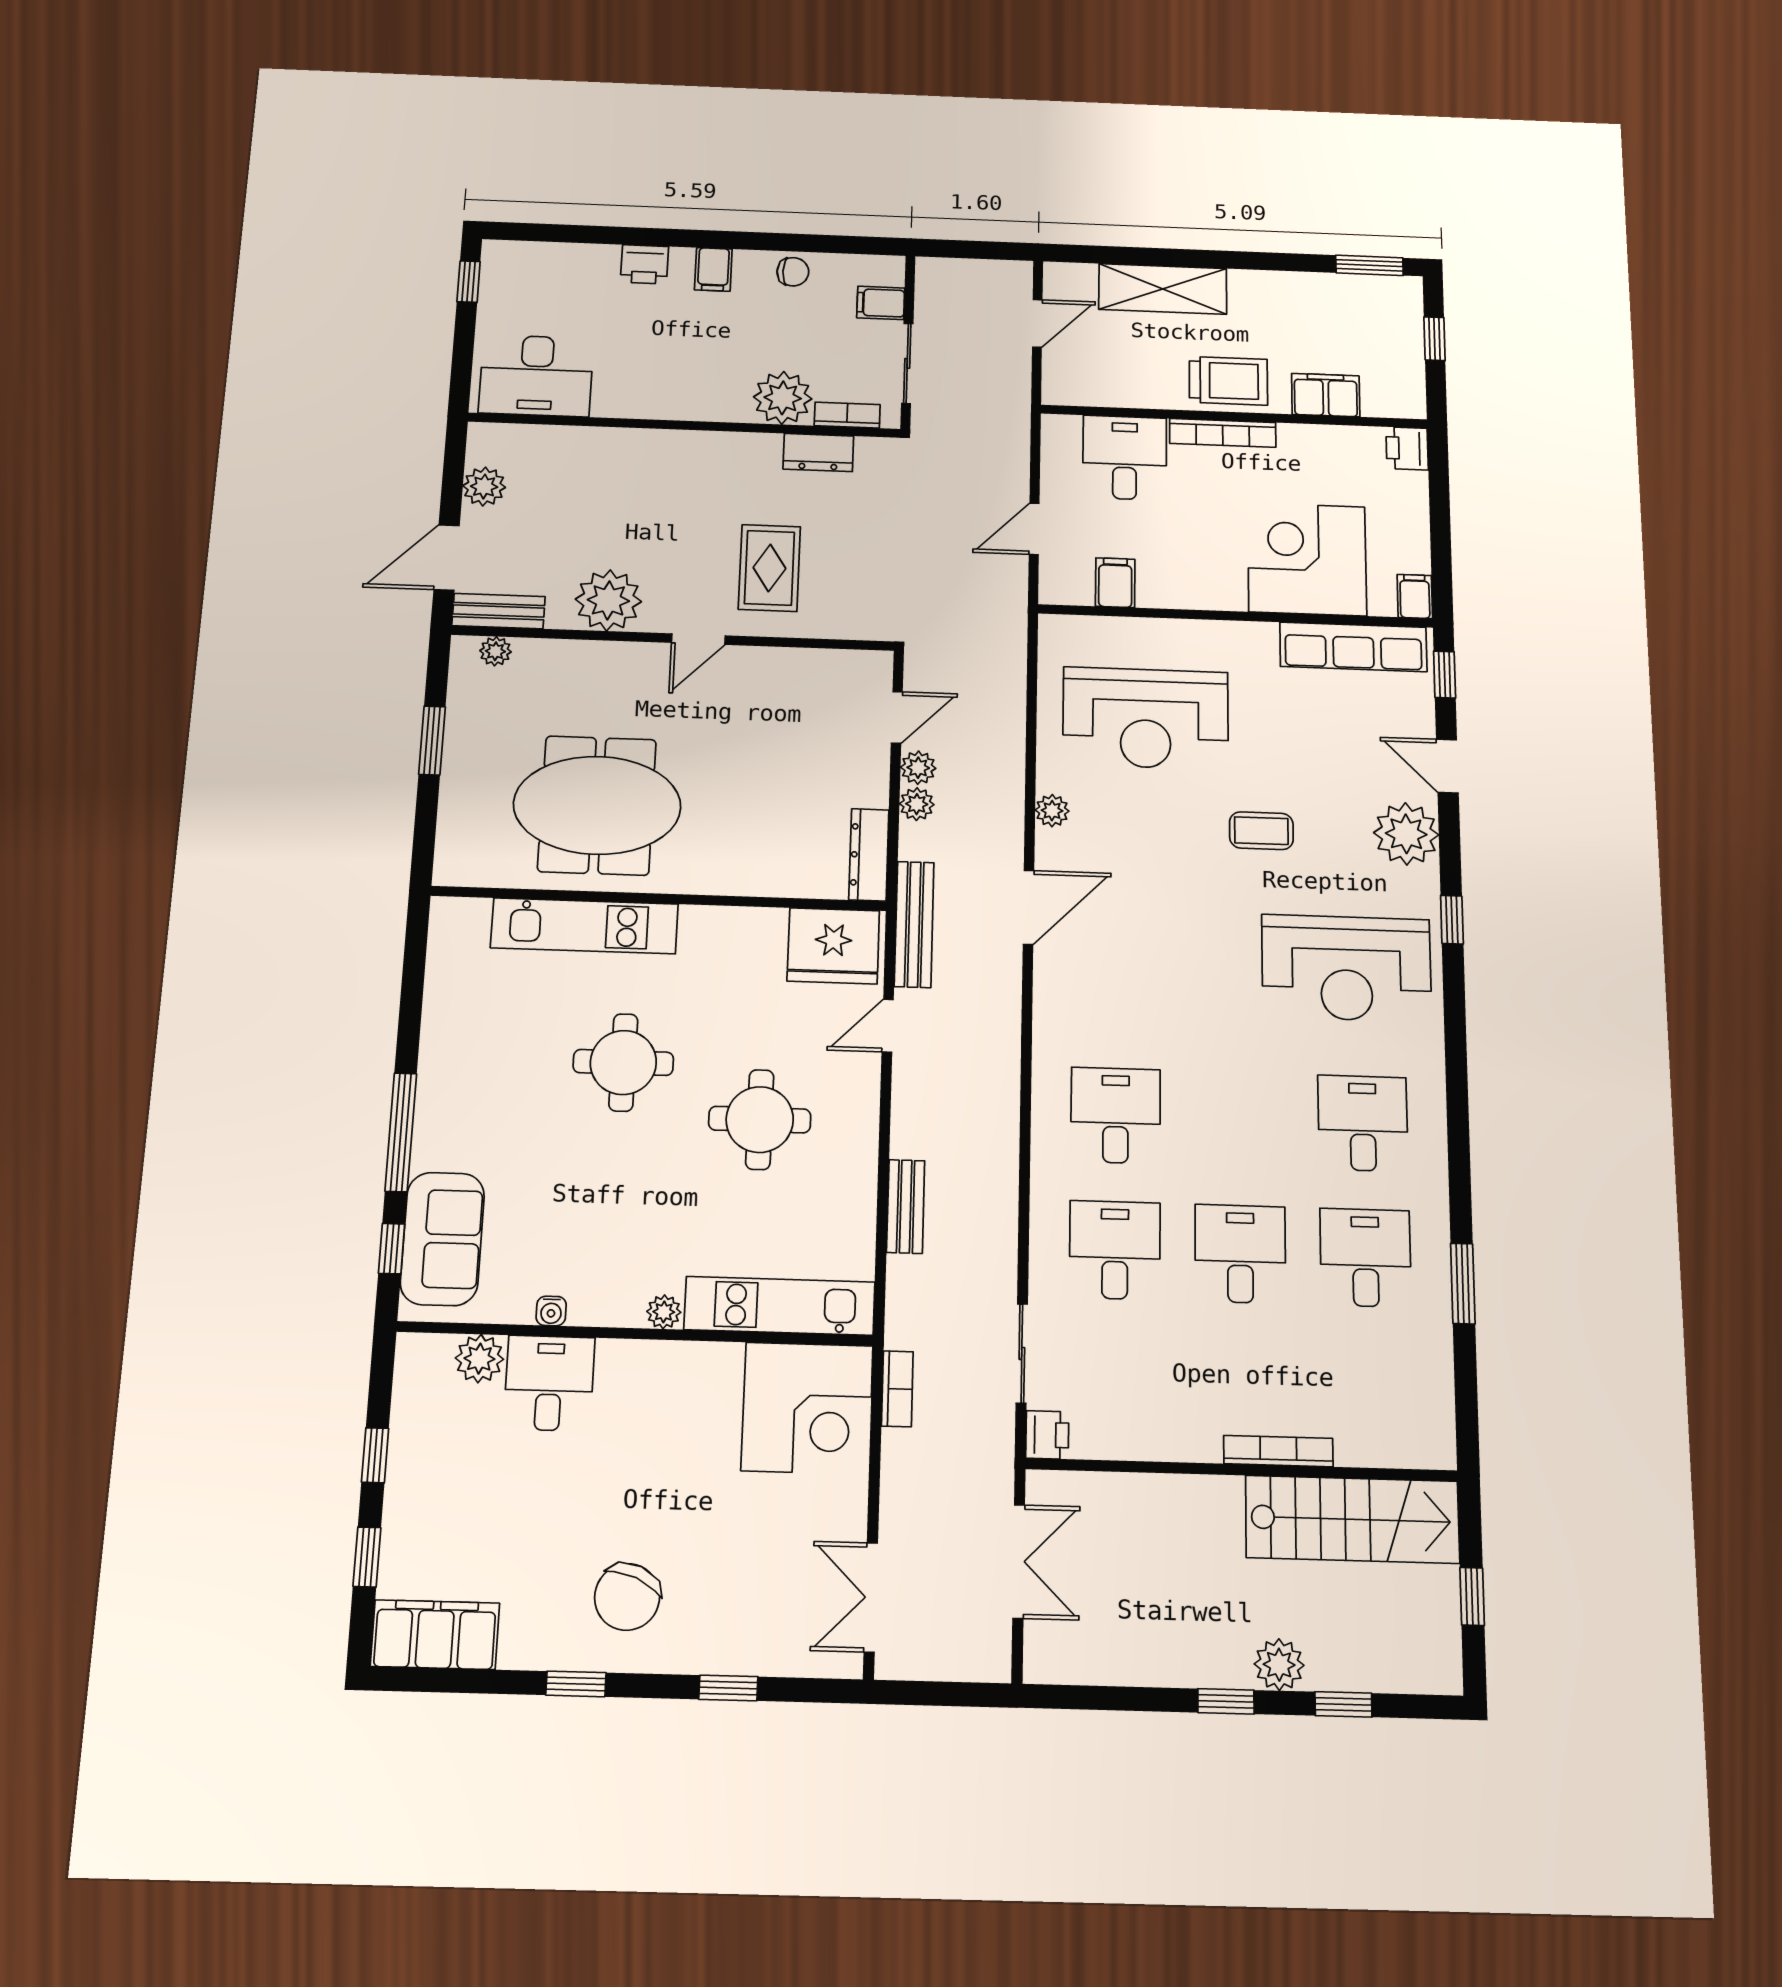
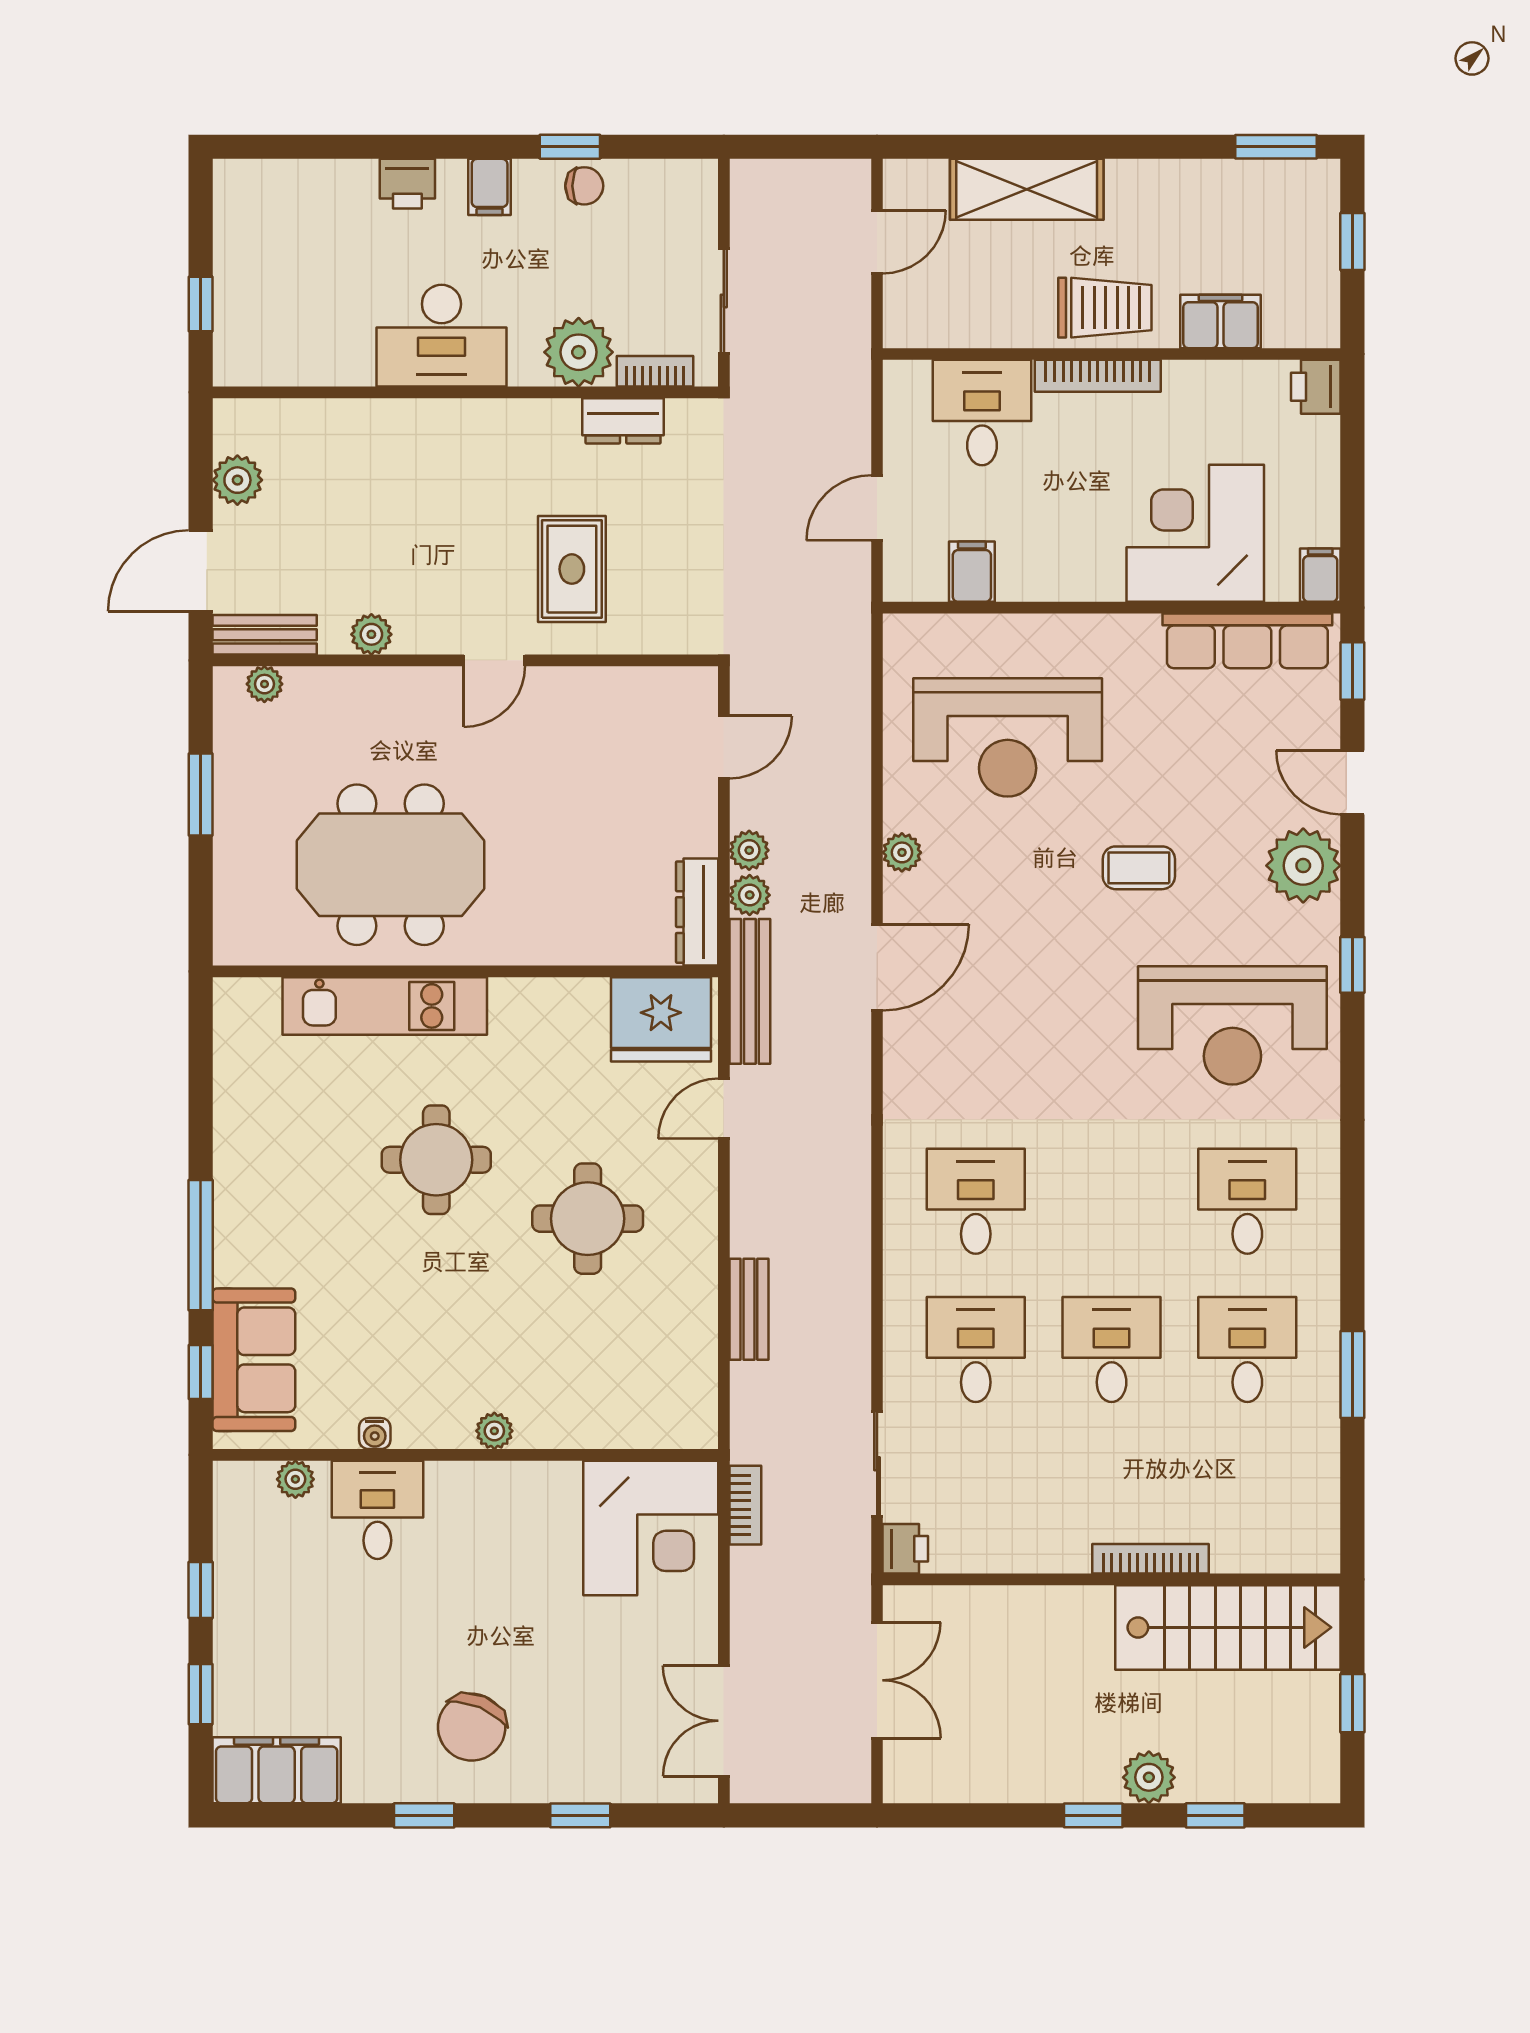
window: (782, 242) -> (570, 147), added
window: (469, 282) -> (201, 304), moved
filing cabinet: (881, 303) -> (690, 223), removed
desk: (536, 376) -> (441, 336), moved
plant: (608, 600) -> (371, 634), width x0.53, depth x0.53
plant: (918, 768) -> (750, 895), moved
kitchen unit: (780, 1306) -> (617, 1421), removed
plant: (479, 1359) -> (295, 1479), width x0.73, depth x0.73

